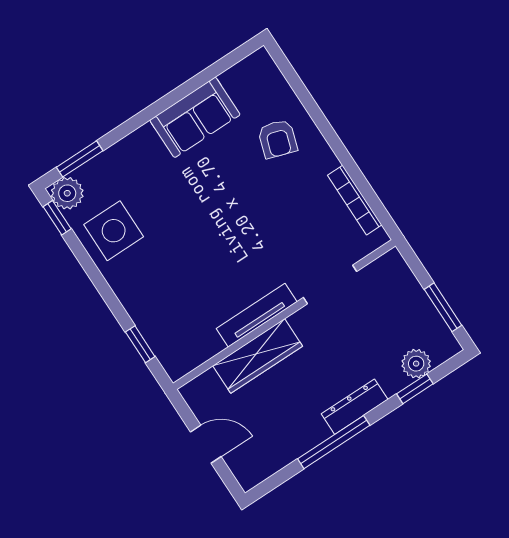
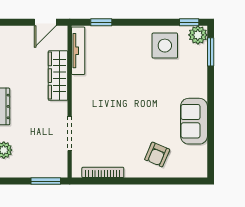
armchair: (278, 139) -> (157, 155), turned -85
window: (443, 307) -> (46, 181), moved
tv unit: (257, 315) -> (78, 51), moved
door: (206, 444) -> (45, 22), moved

